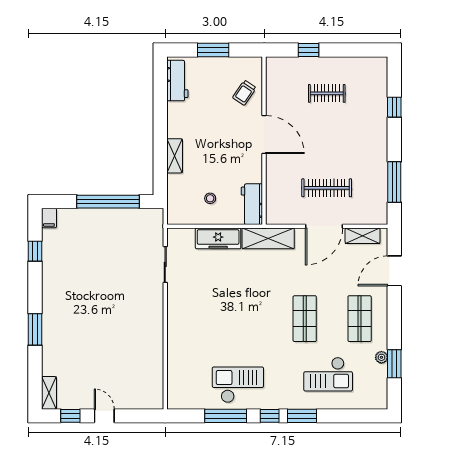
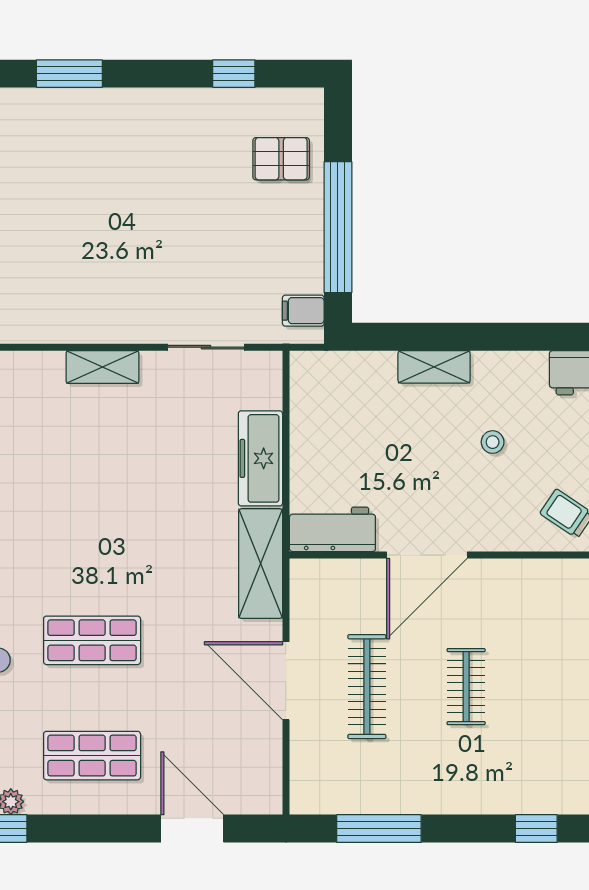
clothes rail: (327, 93) -> (466, 687), moved
door: (264, 135) -> (427, 555), moved
stool: (210, 198) -> (493, 442), moved
filing cabinet: (49, 218) -> (303, 311), moved
pallet: (75, 229) -> (281, 159), added
shelving: (363, 236) -> (102, 367), moved, turned 90

